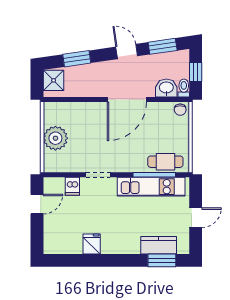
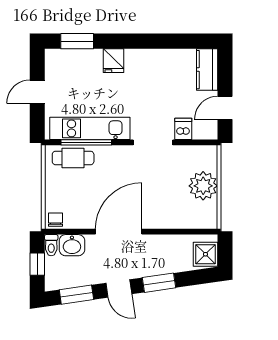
window: (77, 59) -> (159, 283), moved
doorway: (98, 175) -> (153, 142), width x1.38
fridge: (92, 244) -> (114, 61), moved
kitchen counter: (159, 245) -> (207, 70), moved, turned 90

